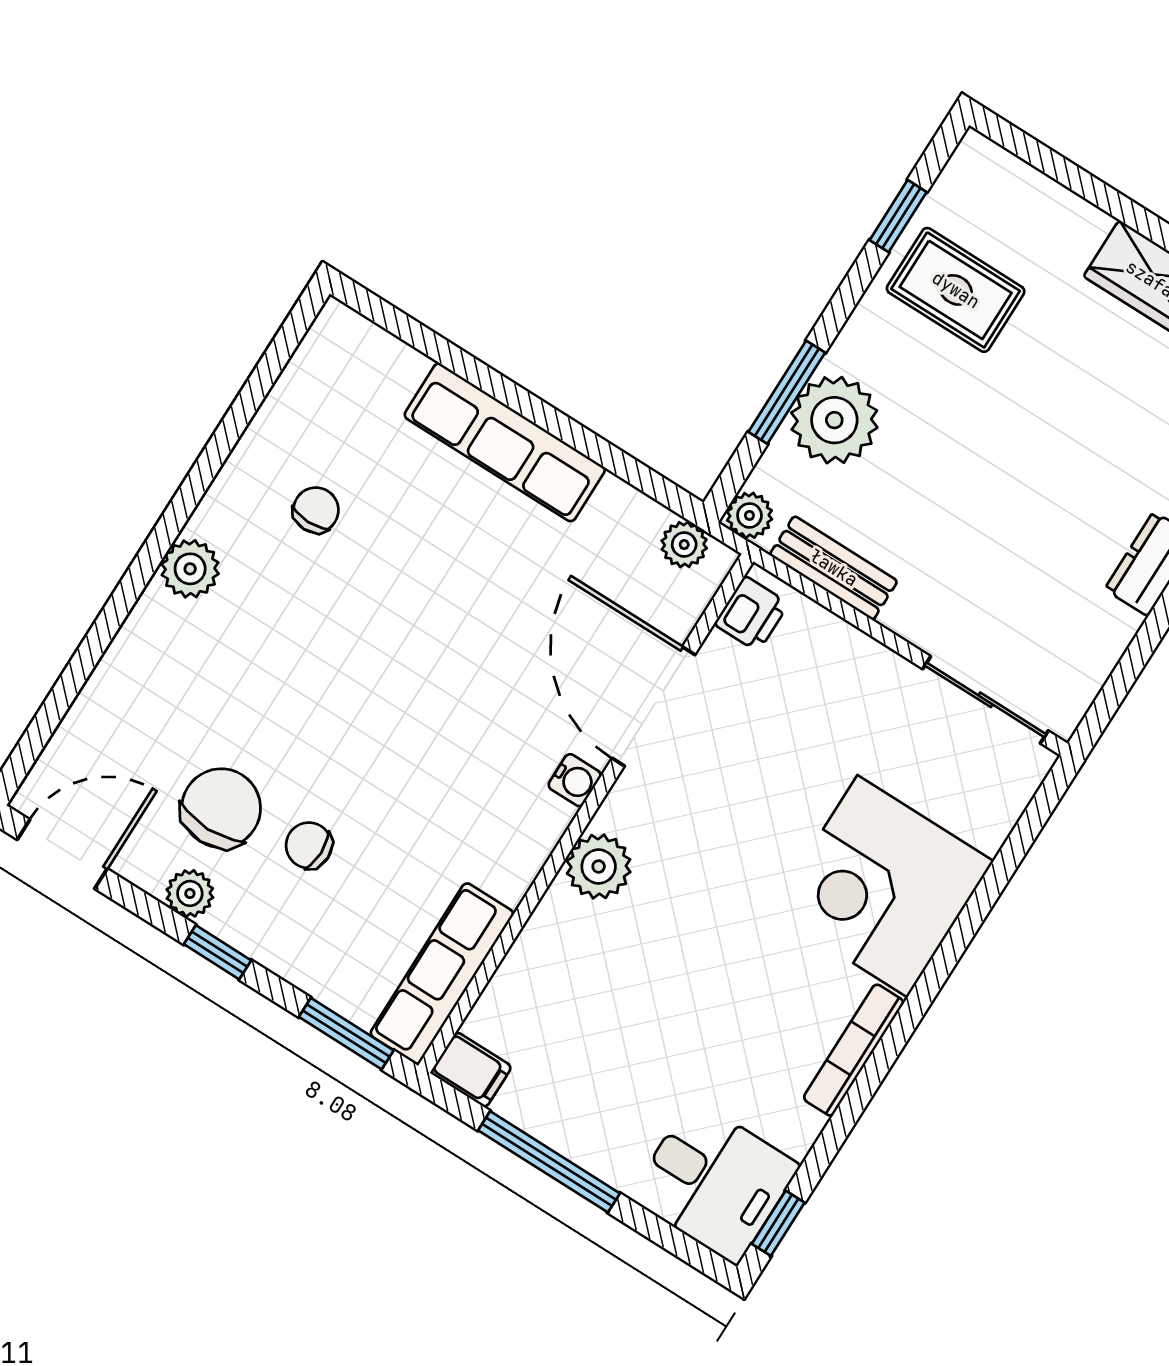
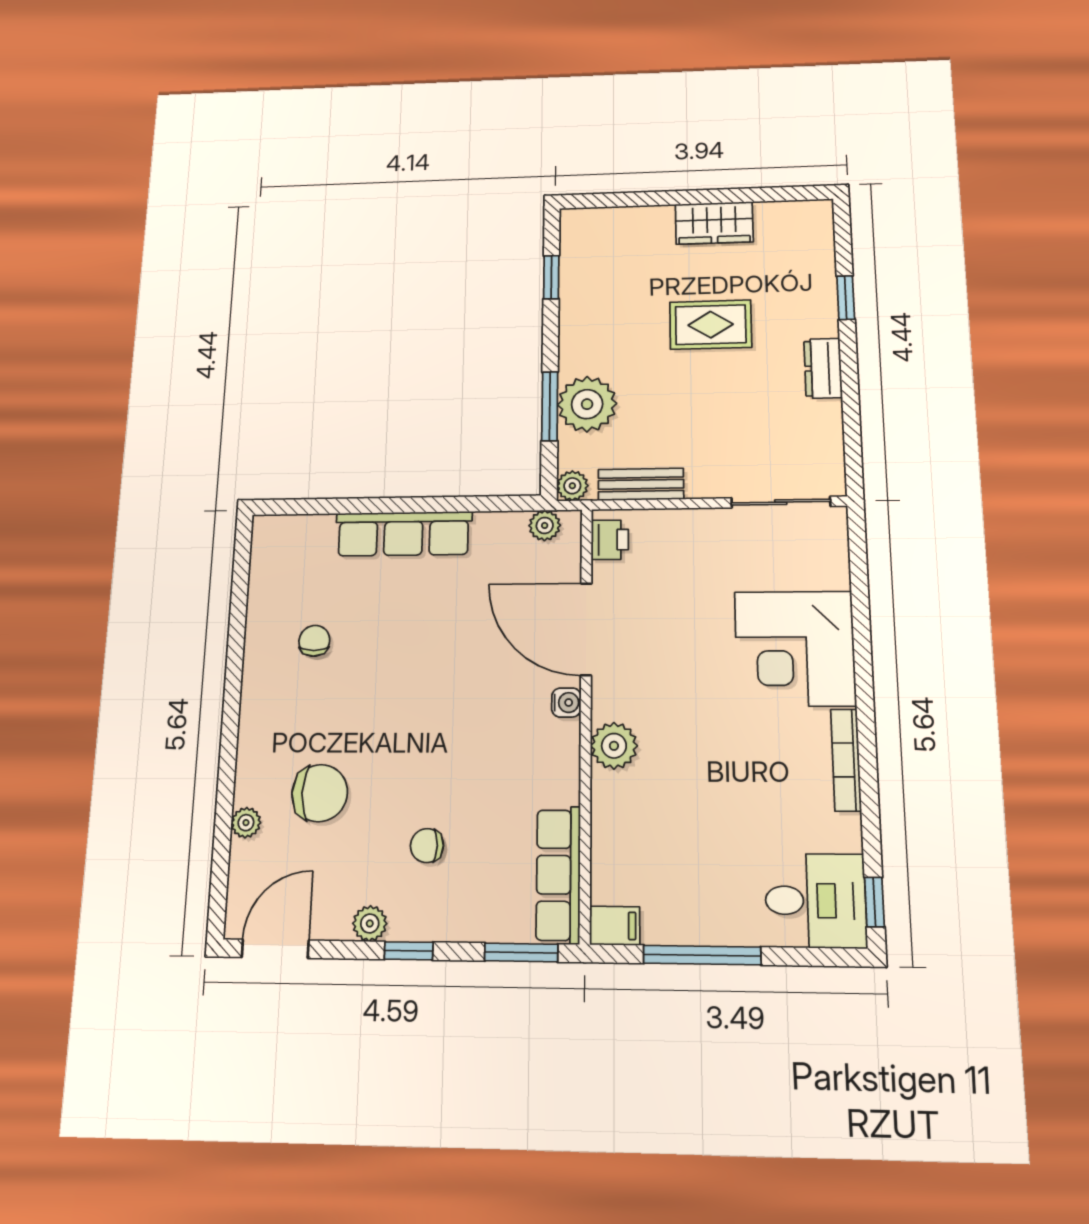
rug: (956, 290) -> (711, 325), moved
plant: (190, 569) -> (246, 823), moved, width x0.73, depth x0.73
chair: (221, 808) -> (320, 793), moved, turned 90

